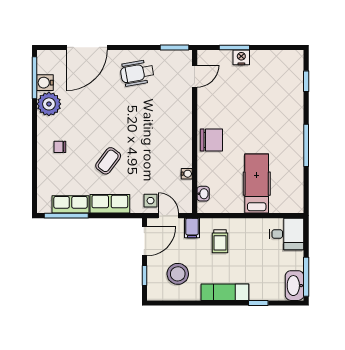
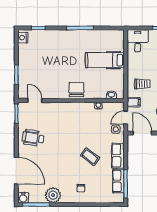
nightstand: (241, 57) -> (23, 38), moved
wheelchair: (137, 73) -> (33, 138), turned 109
water cooler: (45, 83) -> (23, 198), moved

